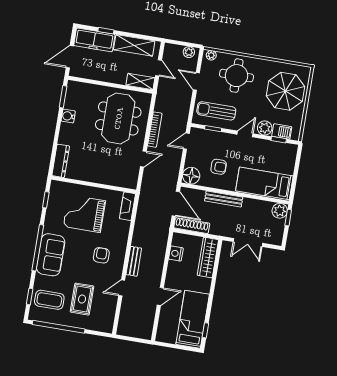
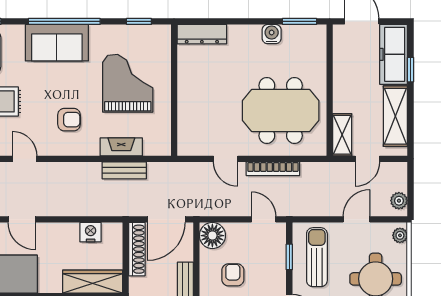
armchair: (219, 167) -> (233, 275), turned 180
fireplace: (127, 206) -> (121, 147), moved
bench: (134, 261) -> (124, 170), moved

